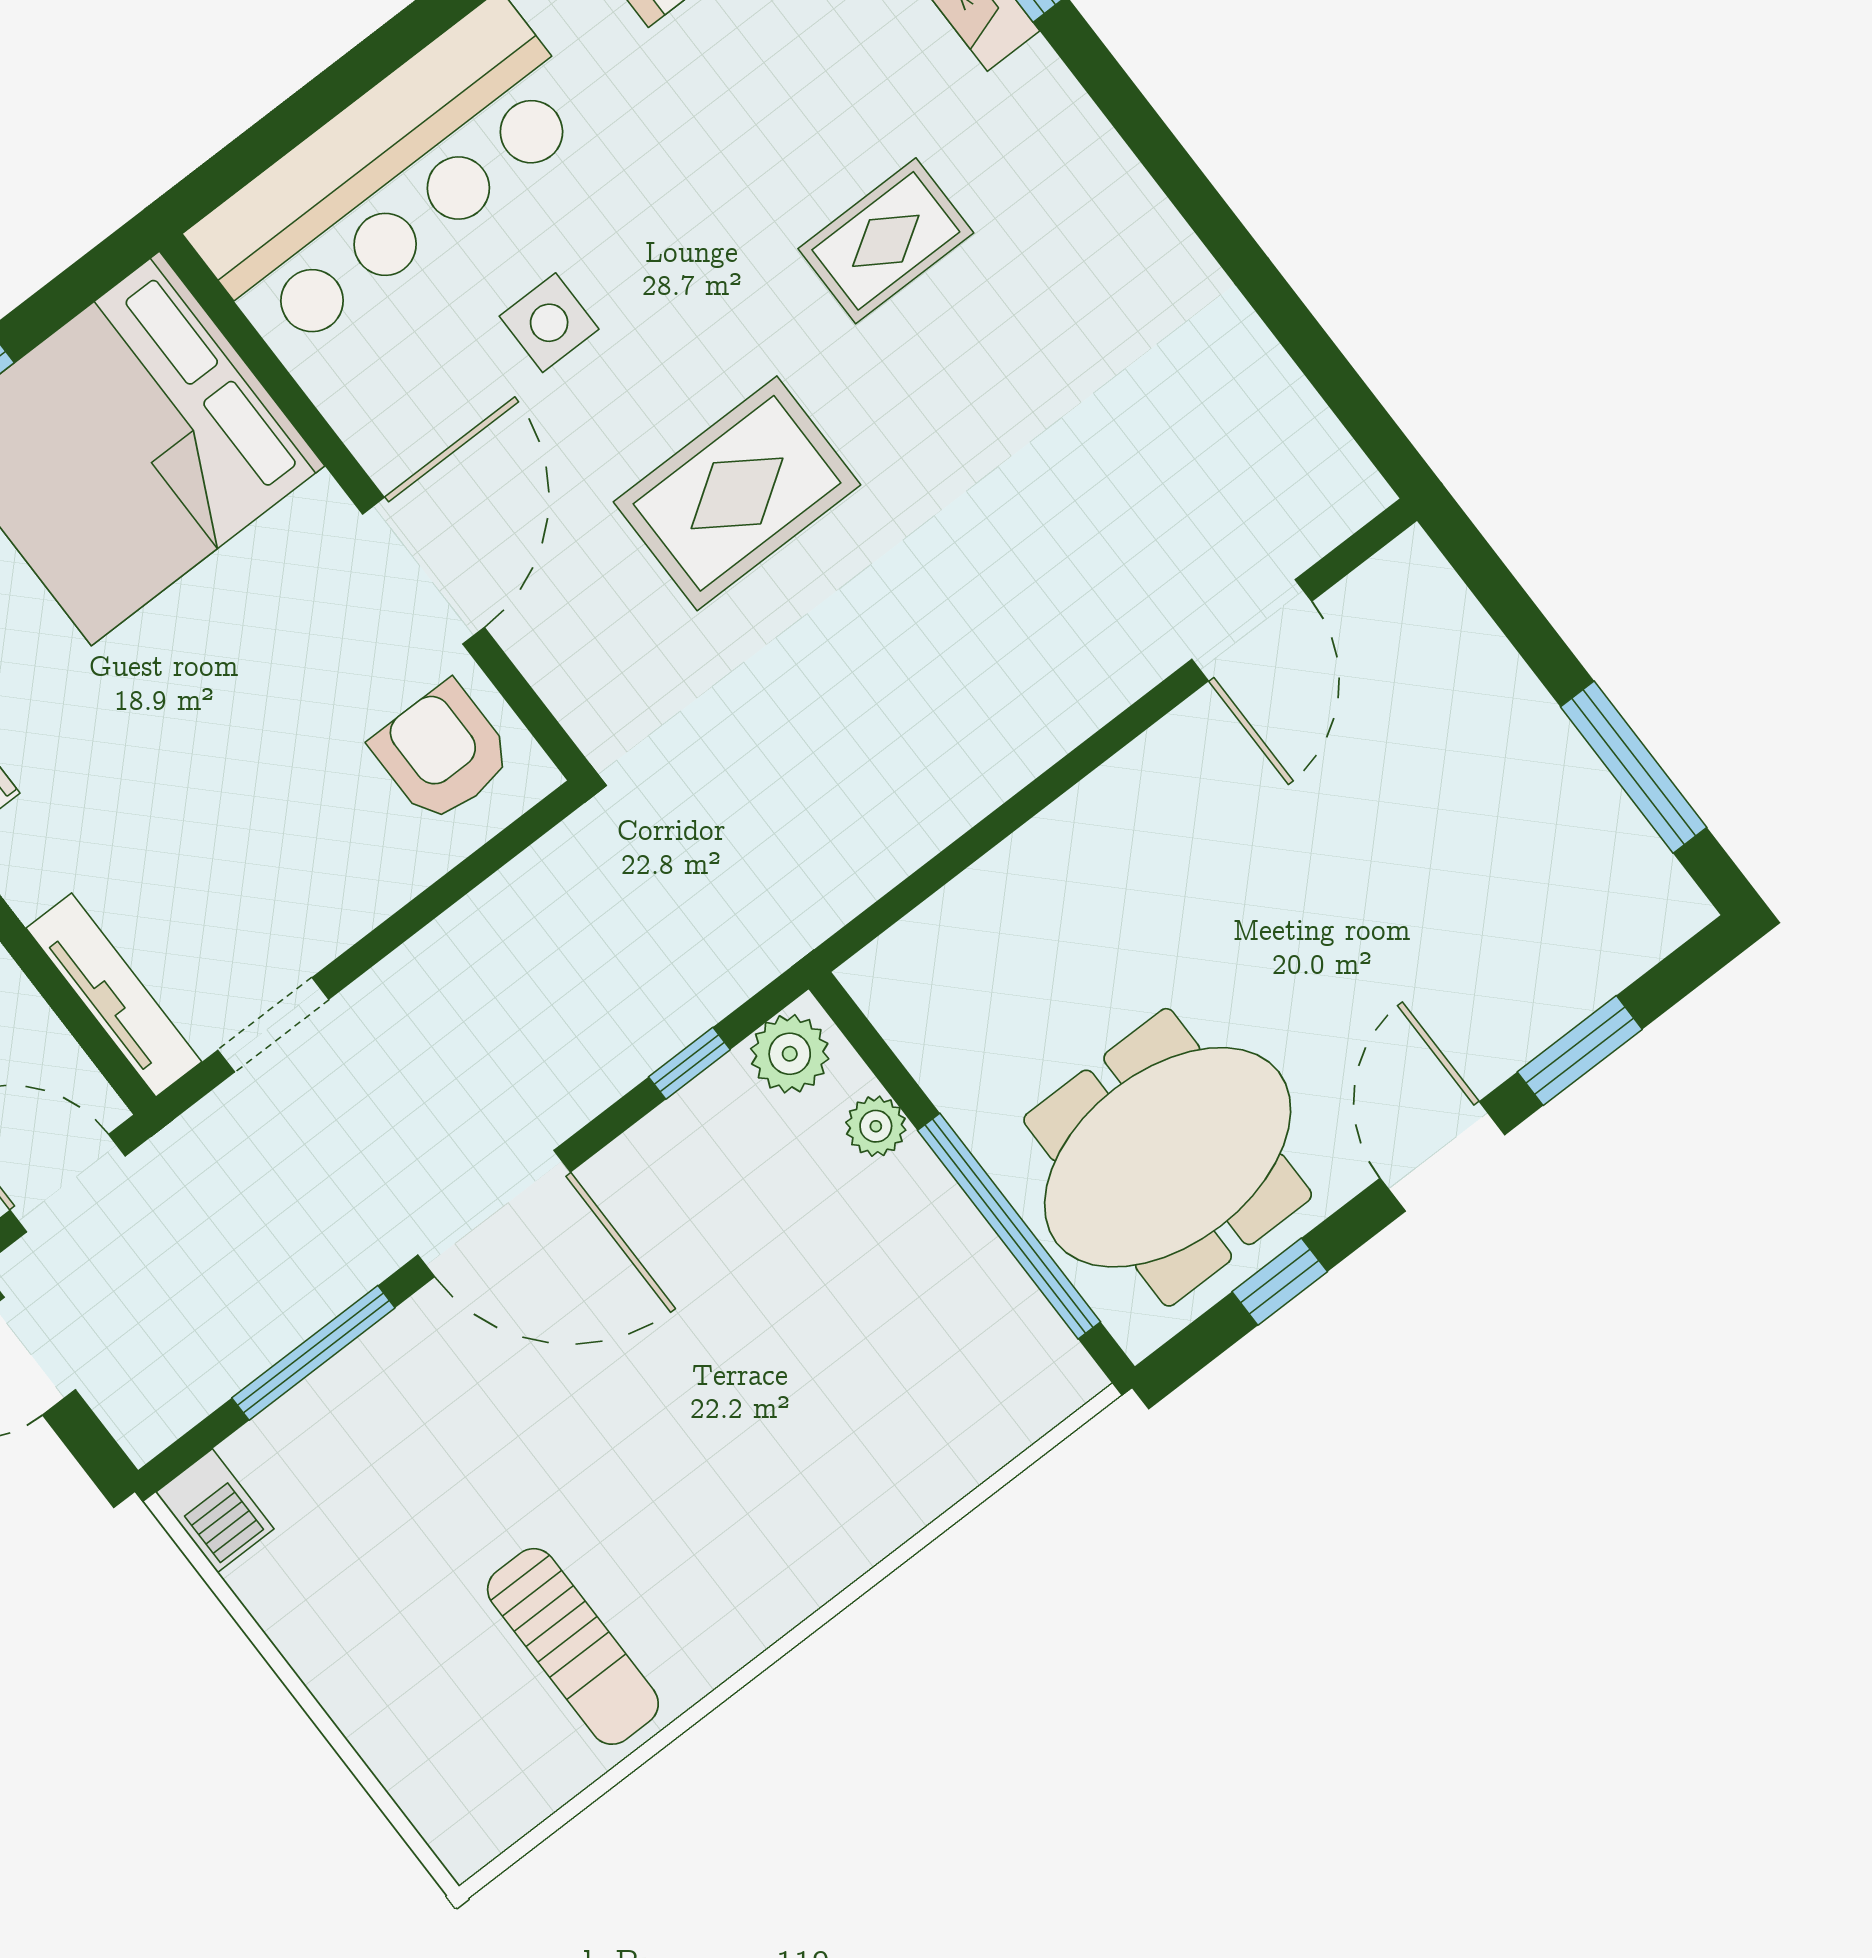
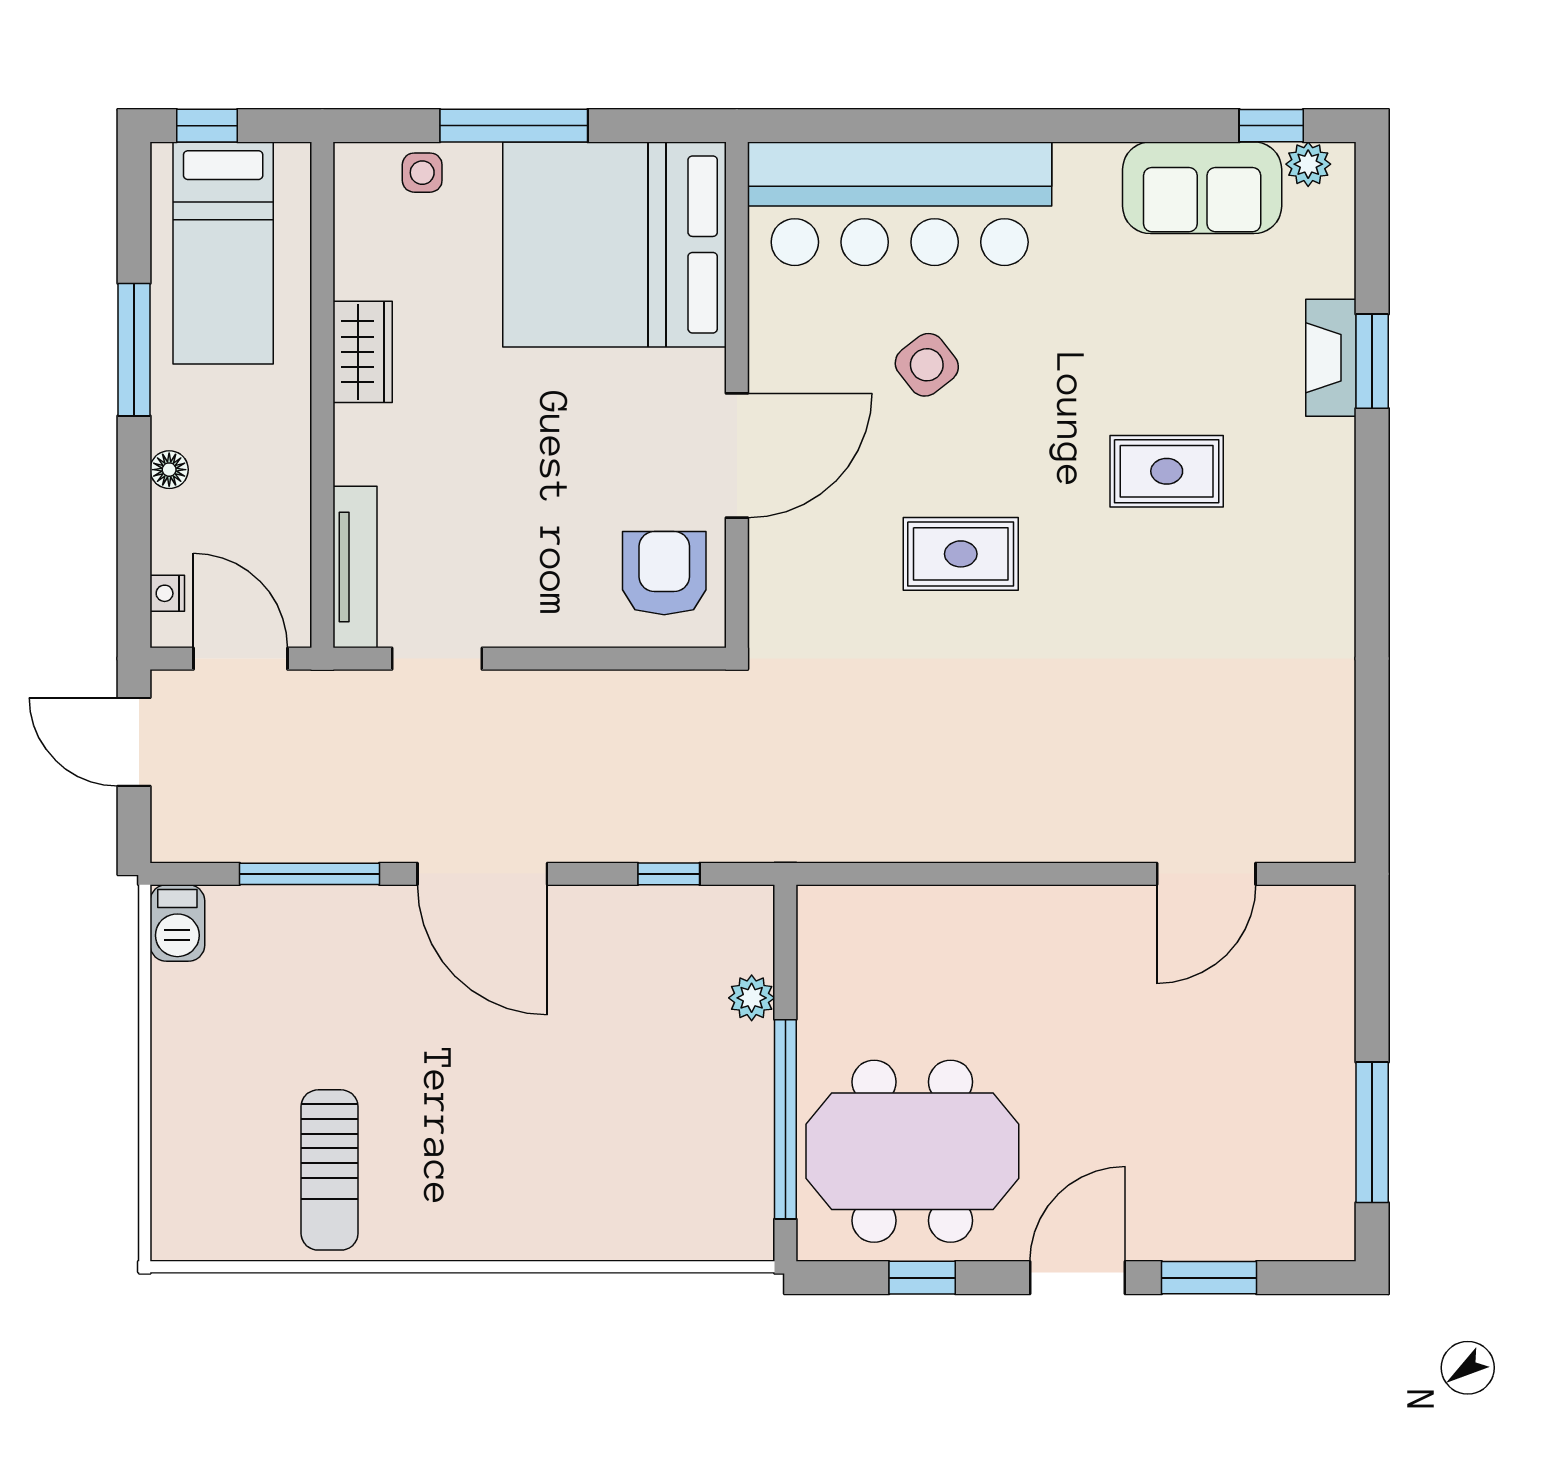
side table: (549, 323) -> (927, 365), turned -38
rug: (737, 493) -> (961, 554), width x0.73, depth x0.70
plant: (790, 1054) -> (733, 915), removed

